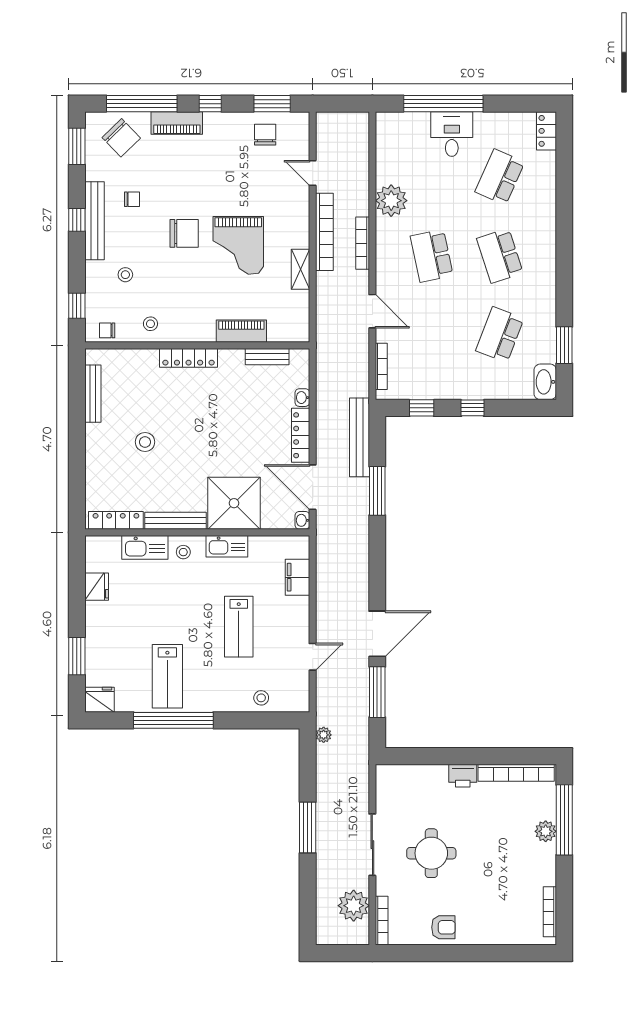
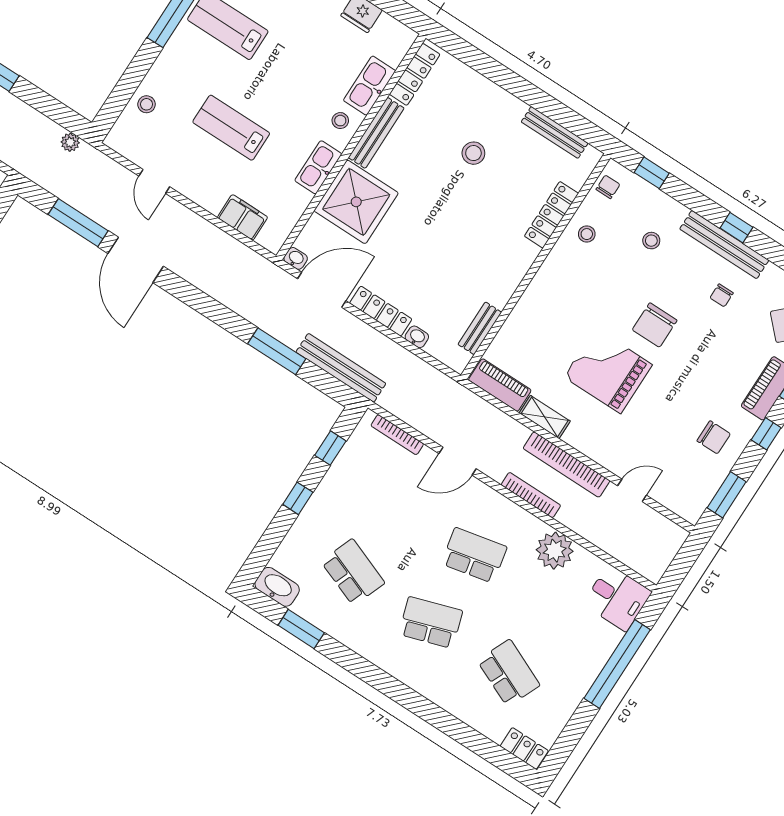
desk: (452, 134) -> (617, 598), moved
chair: (265, 135) -> (714, 437), moved
piano: (241, 331) -> (500, 385), moved, turned -90
locker: (189, 358) -> (551, 215), moved

